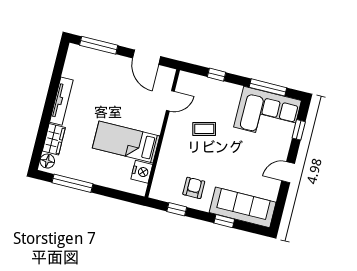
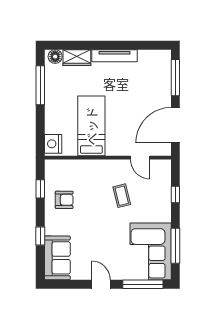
door: (147, 57) -> (175, 125), width x1.36
window: (299, 130) -> (143, 284), width x2.17
nightstand: (142, 172) -> (53, 144), moved, turned 90
sofa: (243, 207) -> (57, 258), width x0.73

